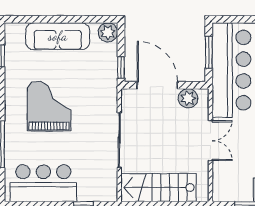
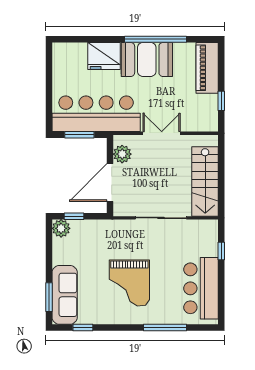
window: (34, 19) -> (49, 297), added
sofa: (58, 36) -> (65, 295), moved
window: (121, 67) -> (74, 216), moved
grand piano: (49, 106) -> (129, 283), turned -90

